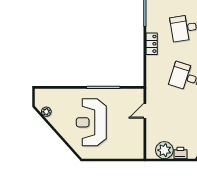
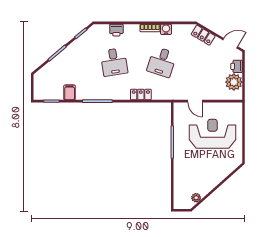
locker: (152, 44) -> (141, 95), moved
reception desk: (91, 122) -> (212, 134), moved, turned 180

